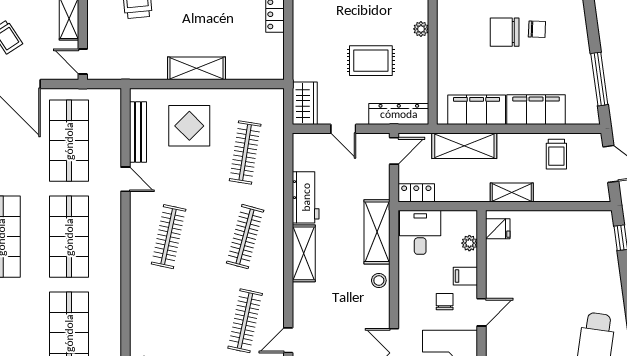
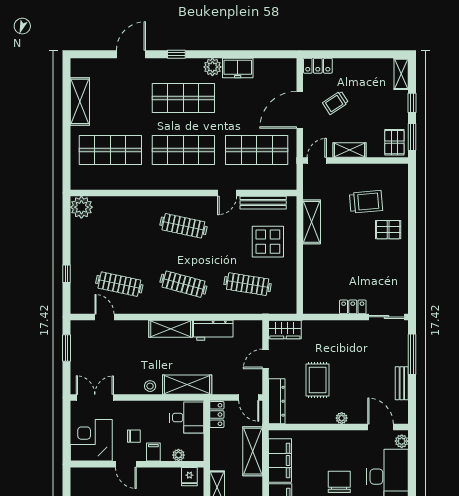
shelving: (196, 68) -> (312, 222), moved

